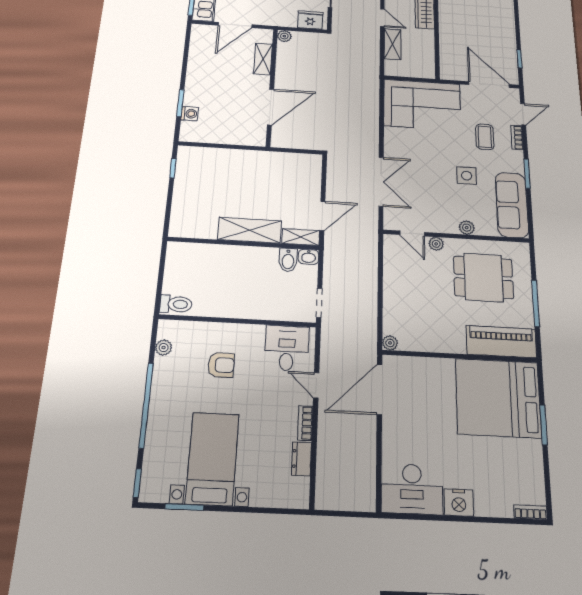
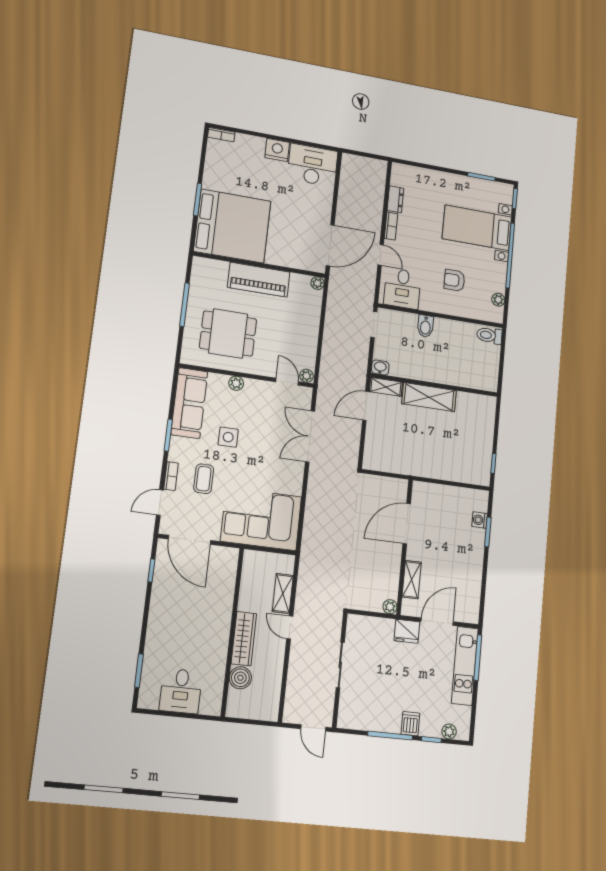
fridge: (310, 20) -> (407, 631), moved
plant: (436, 244) -> (306, 376), moved
bidet: (288, 260) -> (425, 326), moved, turned 180
piano: (501, 342) -> (259, 280), moved
bed with nightstands: (212, 459) -> (477, 228), moved, turned 90

